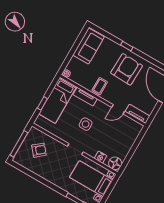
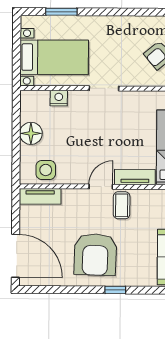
door: (118, 109) -> (101, 187), moved
side table: (86, 124) -> (46, 170), moved
floor lamp: (115, 163) -> (31, 133), moved

